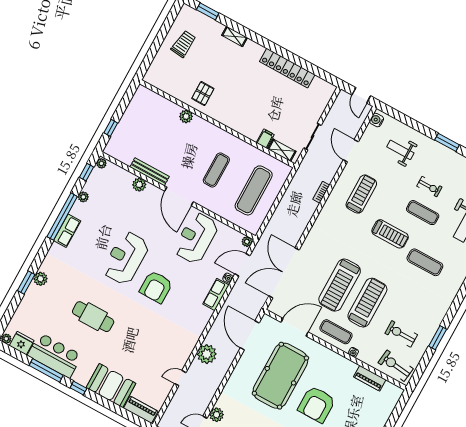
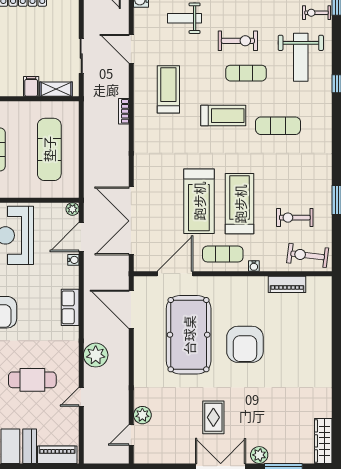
exercise bike: (429, 187) -> (238, 41), width x1.38, depth x1.39
row of seats: (216, 294) -> (70, 307), moved
cafe table: (152, 347) -> (32, 380), added

